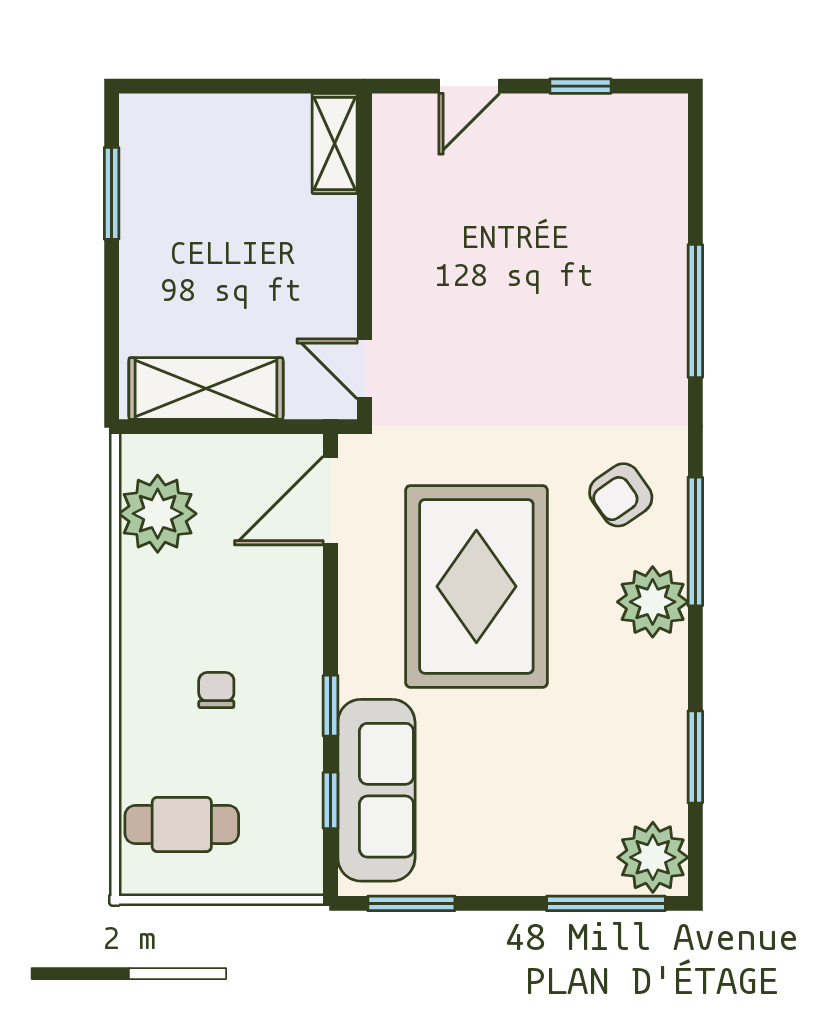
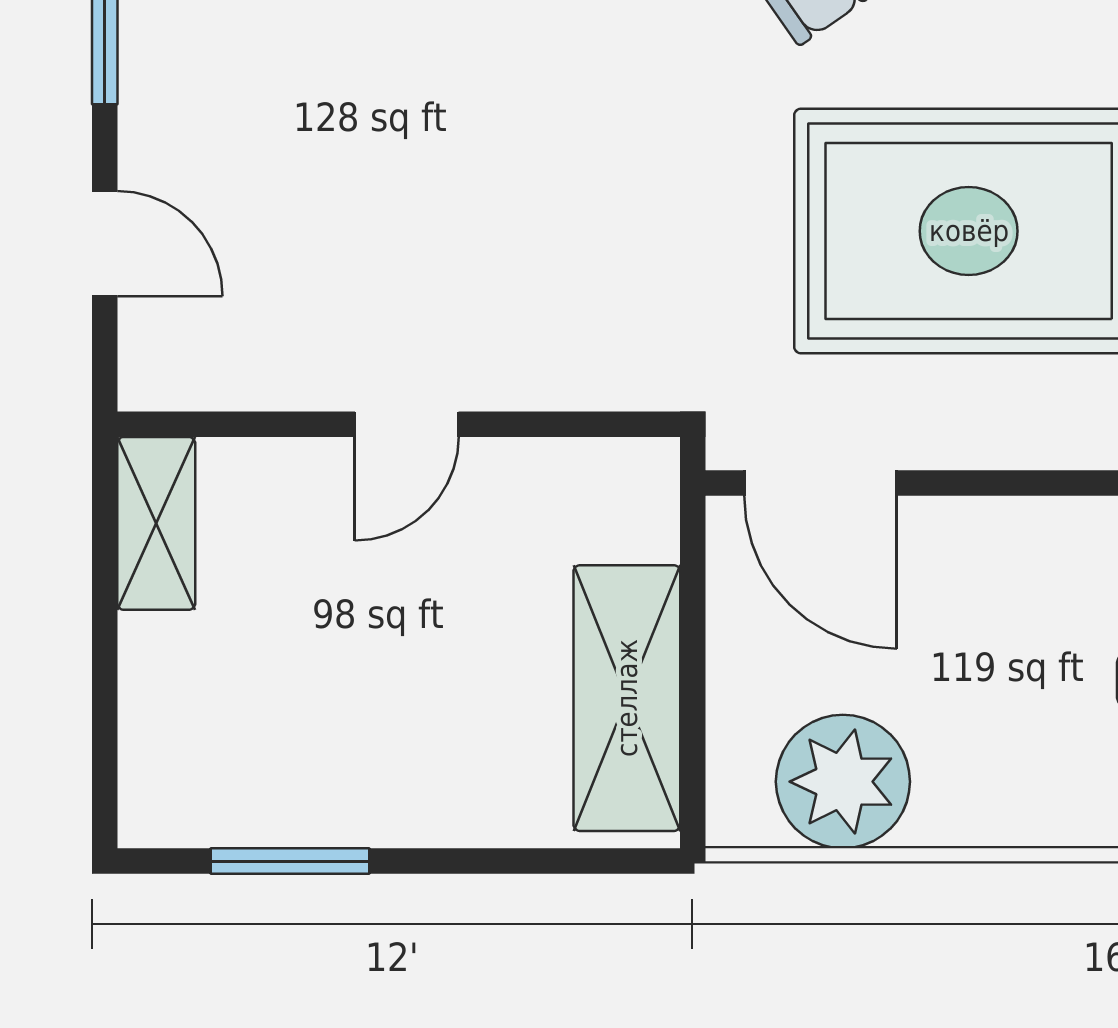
shelving: (335, 143) -> (156, 523), moved, turned 90
door: (365, 369) -> (407, 424), moved

